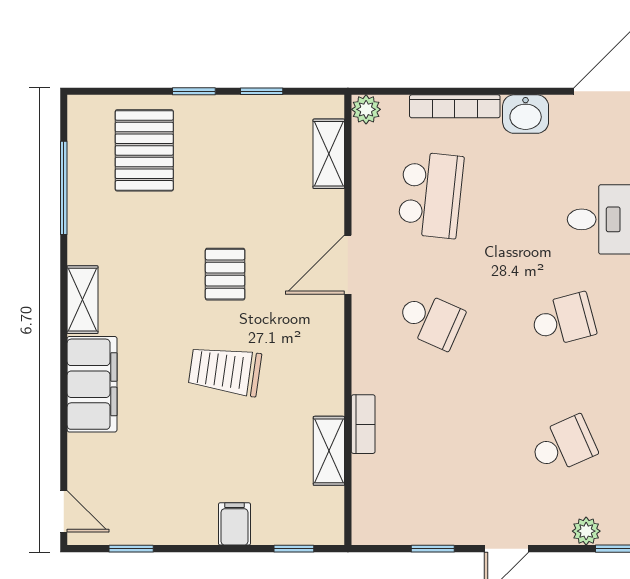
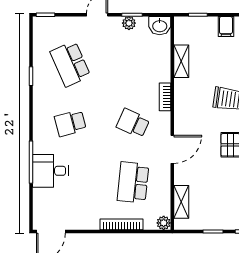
washbasin: (526, 114) -> (160, 26), moved, turned 180
bookcase: (363, 424) -> (165, 97), moved
school desk: (563, 445) -> (70, 64), width x1.85
plant: (586, 531) -> (129, 23), moved

